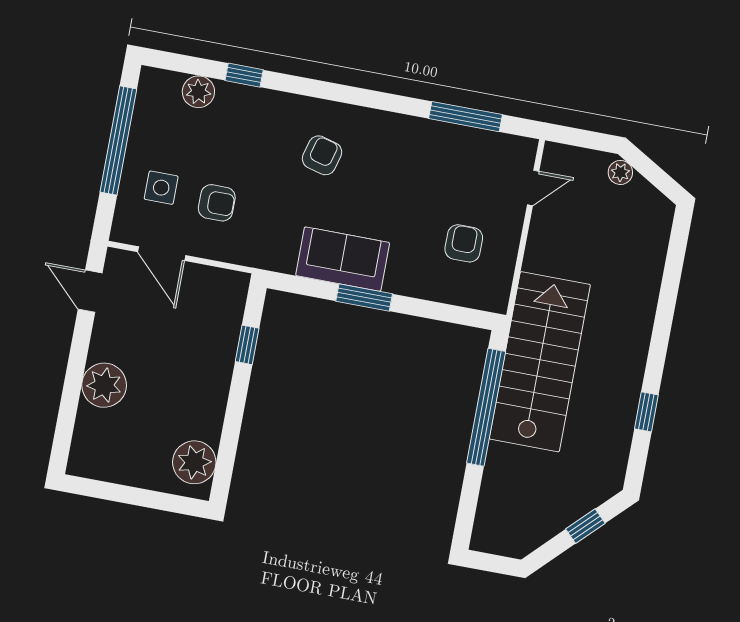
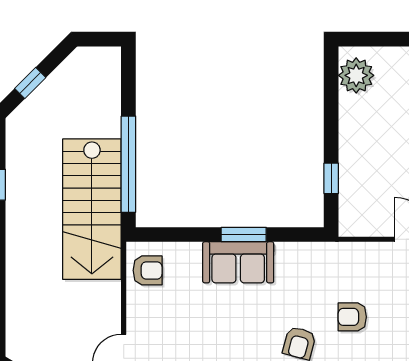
armchair: (217, 203) -> (352, 317), moved
armchair: (464, 243) -> (148, 270), moved, turned -90
sofa: (343, 259) -> (238, 262), moved

